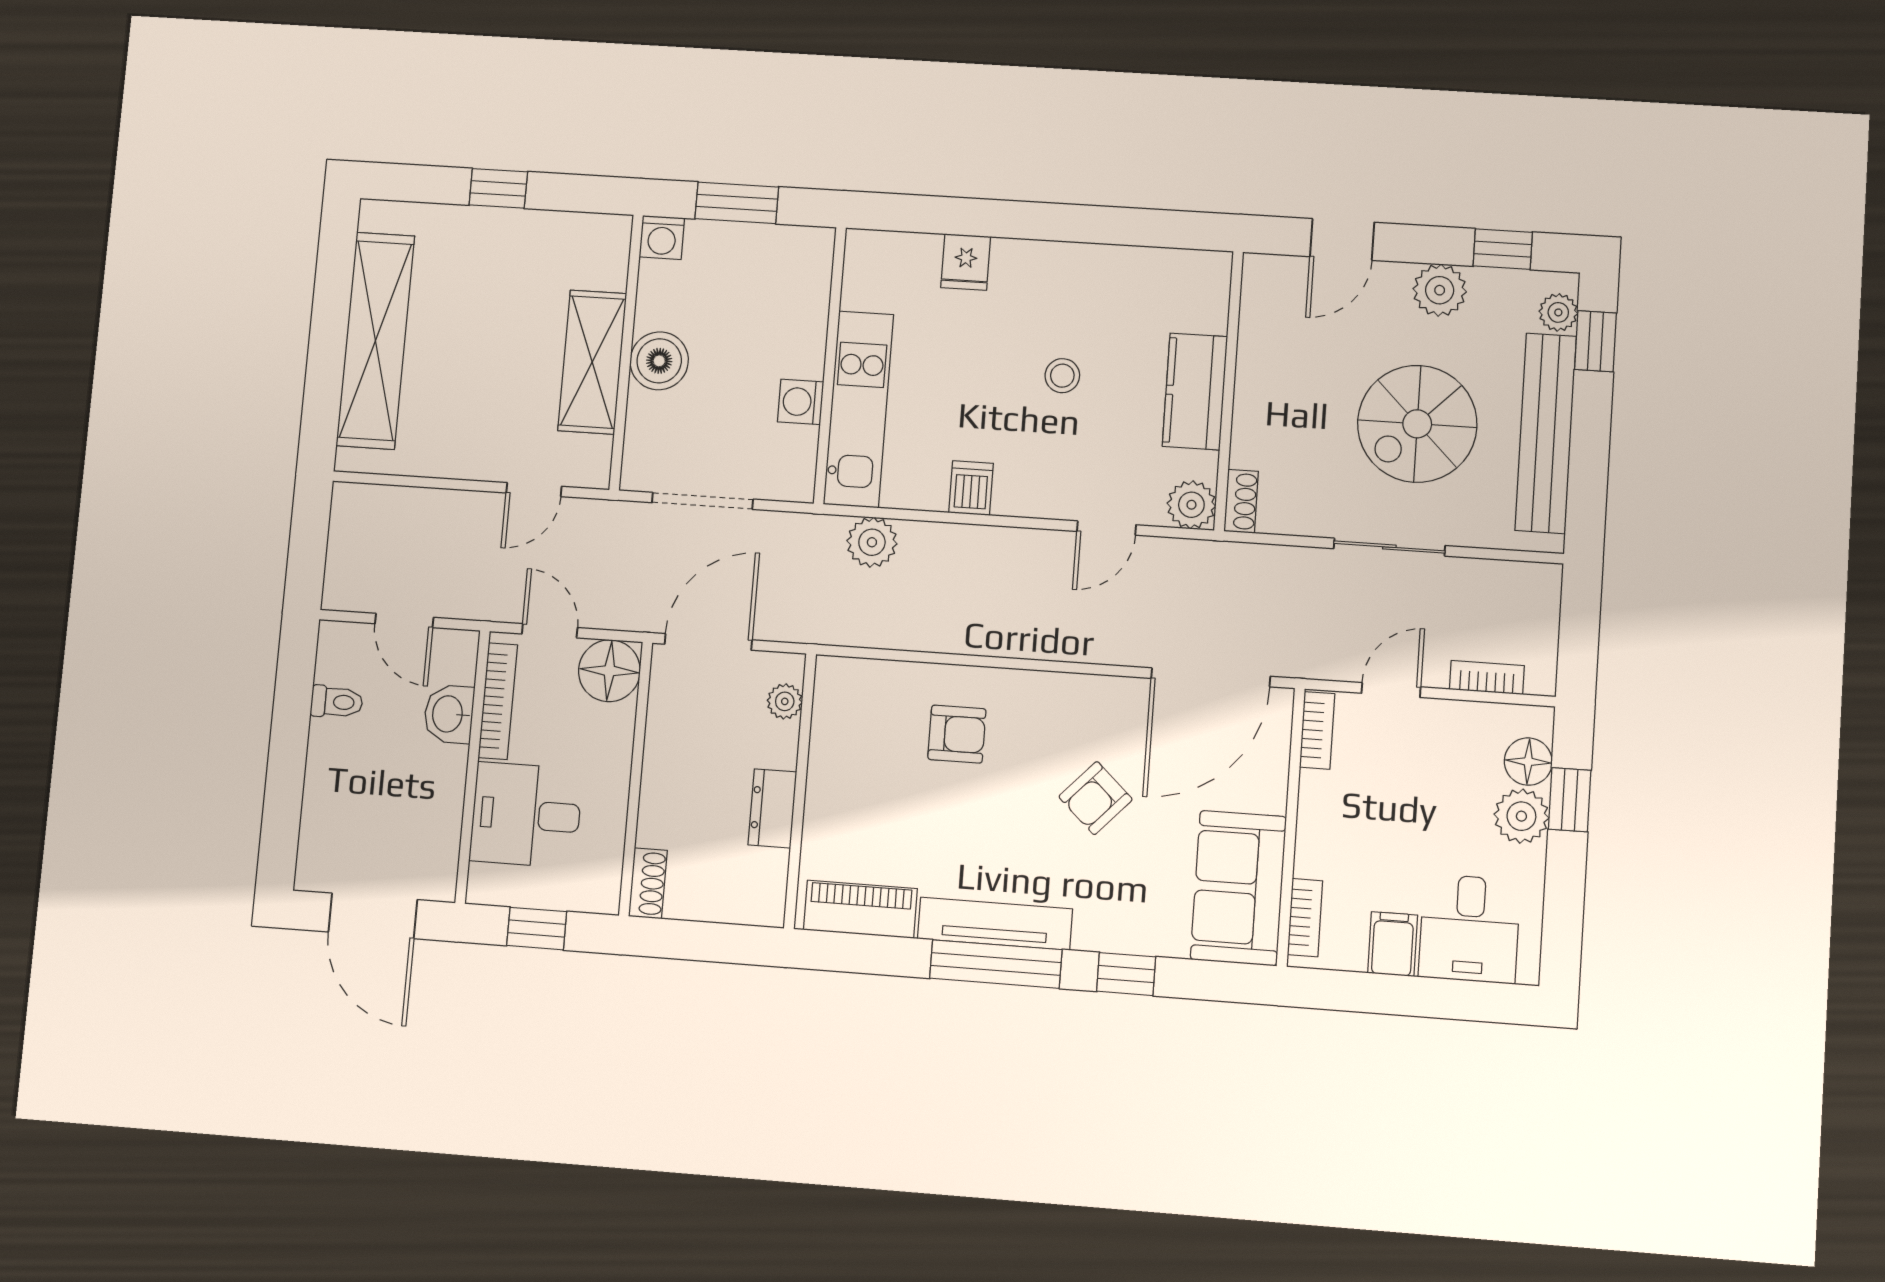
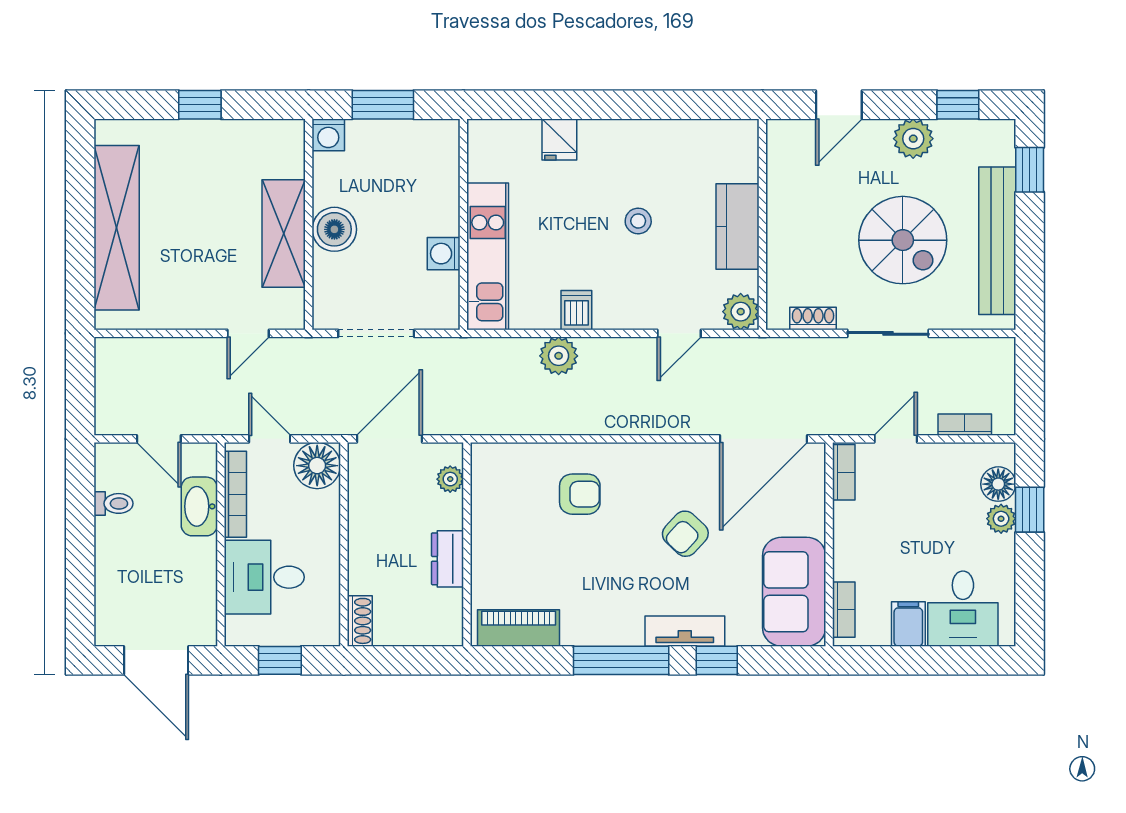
plant: (1558, 312) -> (1001, 150), removed
spiral stairs: (1417, 424) -> (903, 240), turned -90
shoe rack: (1241, 501) -> (813, 319), moved, turned -90
plant: (872, 542) -> (559, 356), moved
washbasin: (449, 714) -> (199, 506), width x1.38
plant: (1521, 816) -> (1001, 519), width x0.73, depth x0.73
tv unit: (995, 924) -> (685, 631), moved, width x0.71

